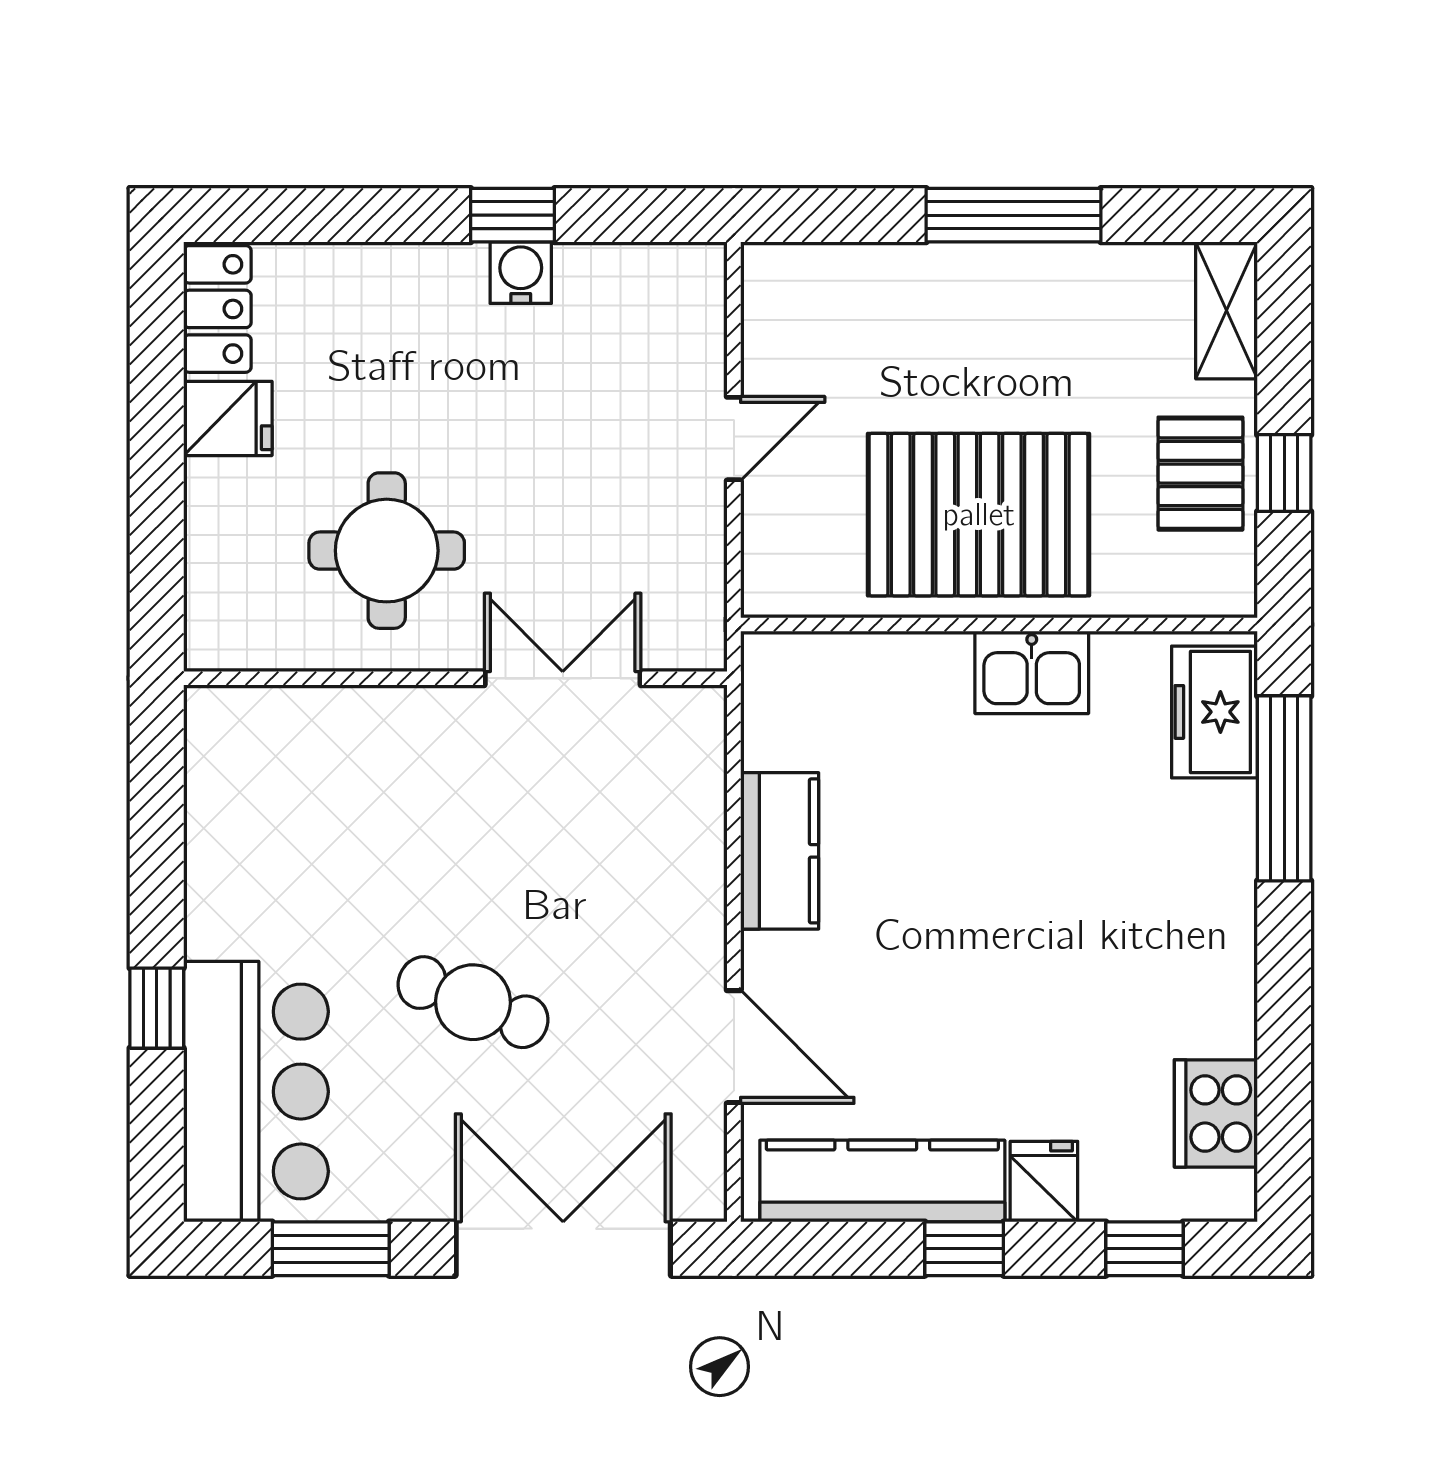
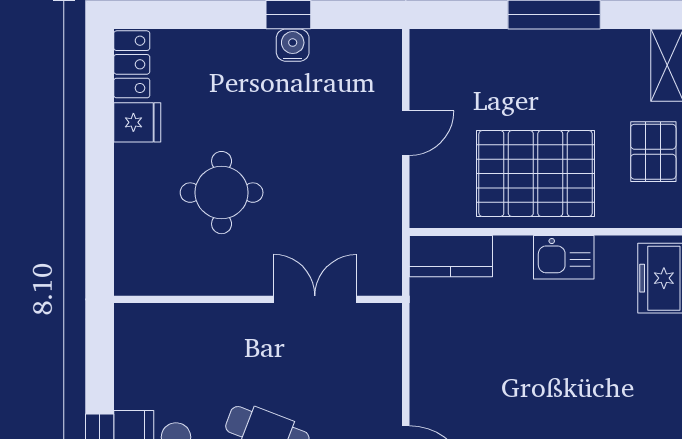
wall: (455, 678) -> (258, 299), moved
double door: (563, 678) -> (315, 299), moved
kitchen counter: (780, 851) -> (451, 256), moved, turned 90

